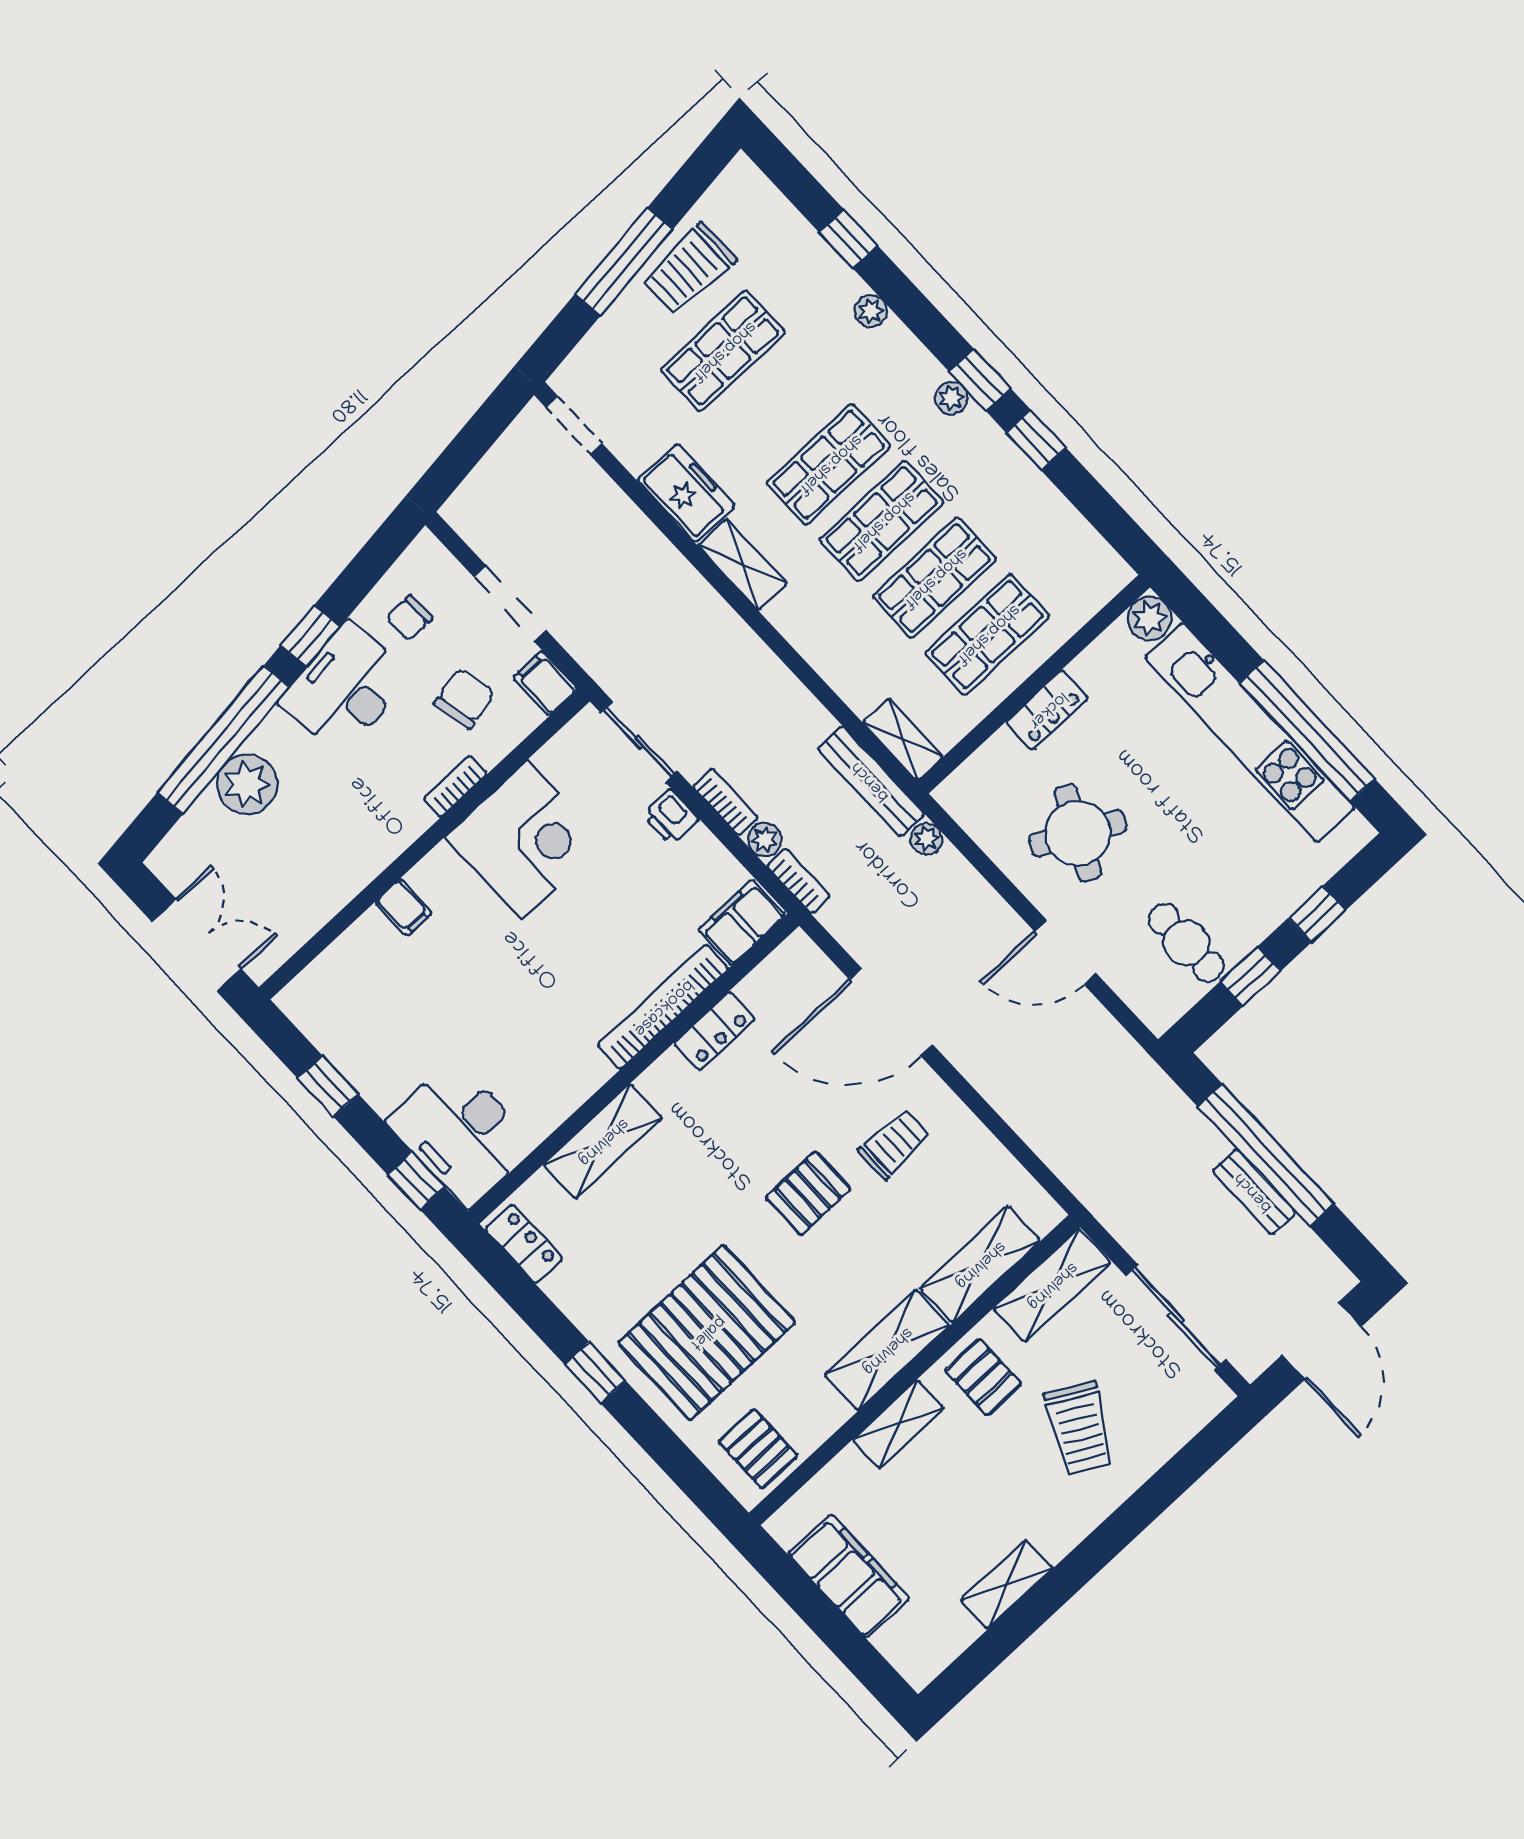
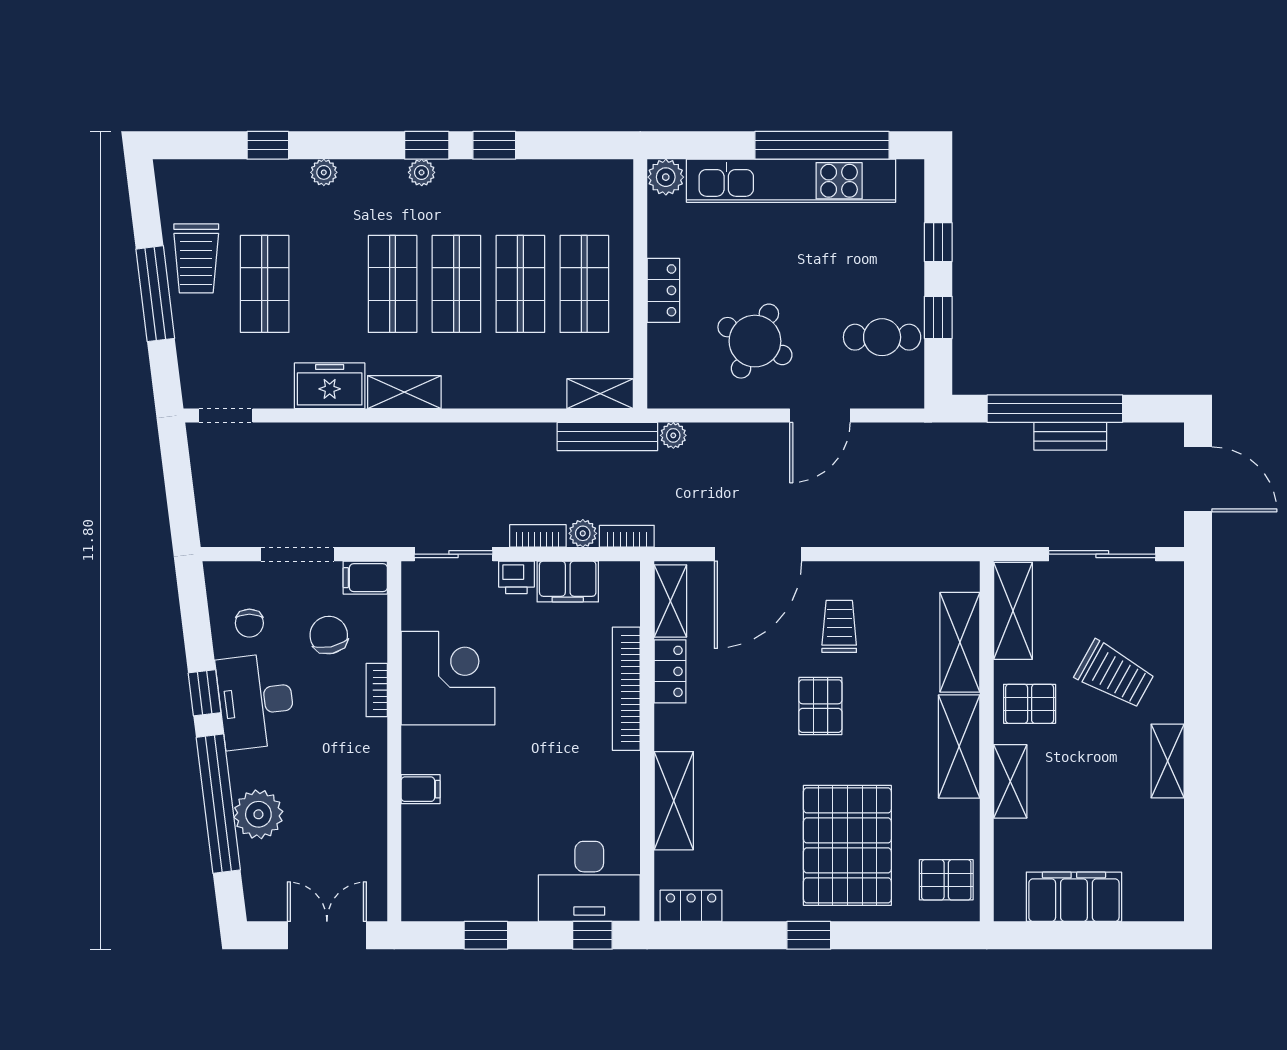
filing cabinet: (742, 922) -> (568, 582), moved, turned -90
shelving: (777, 973) -> (670, 601), added
shelving: (1007, 1584) -> (1168, 761), moved

